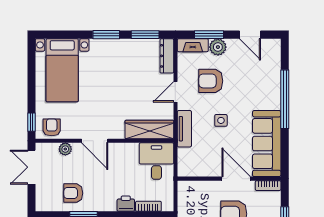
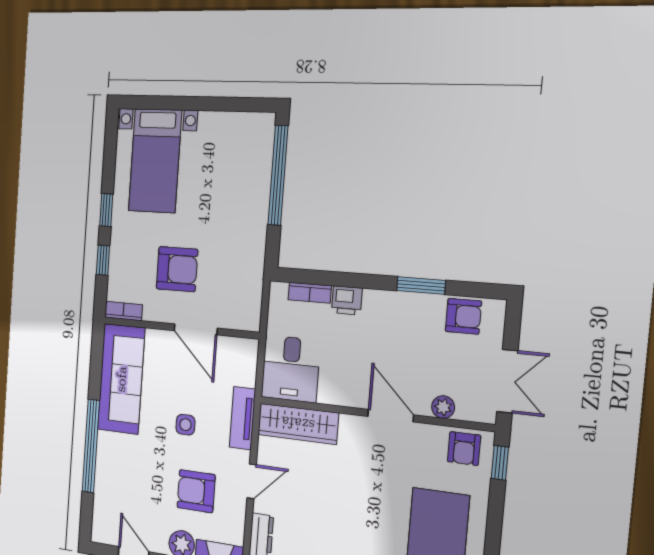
armchair: (211, 81) -> (196, 491), turned 180
door: (236, 179) -> (196, 329), moved
armchair: (73, 193) -> (463, 316), moved

